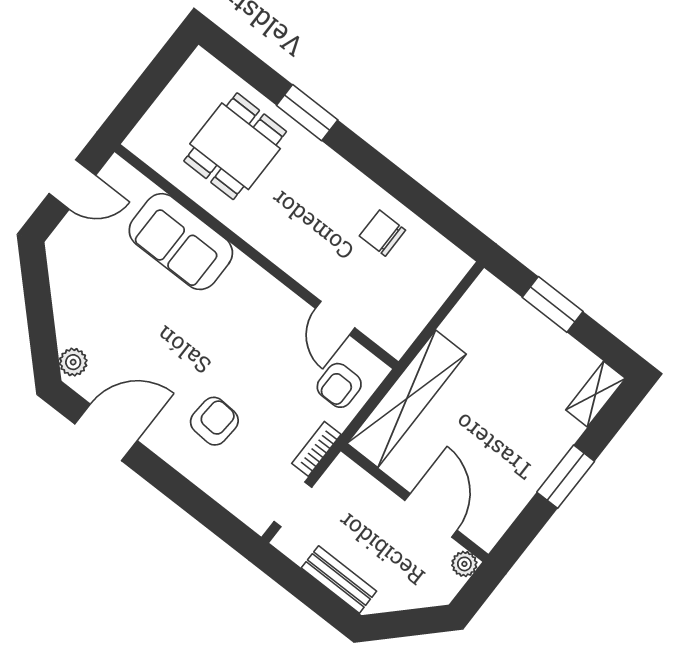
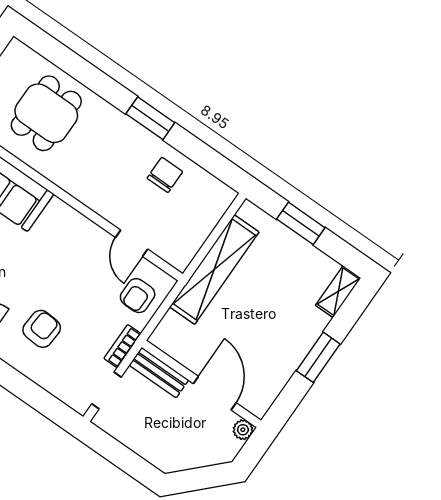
window: (307, 113) -> (150, 118), moved
chair: (382, 233) -> (165, 175), turned 90
shelving: (407, 399) -> (214, 269), moved
bench: (339, 580) -> (159, 372), moved

